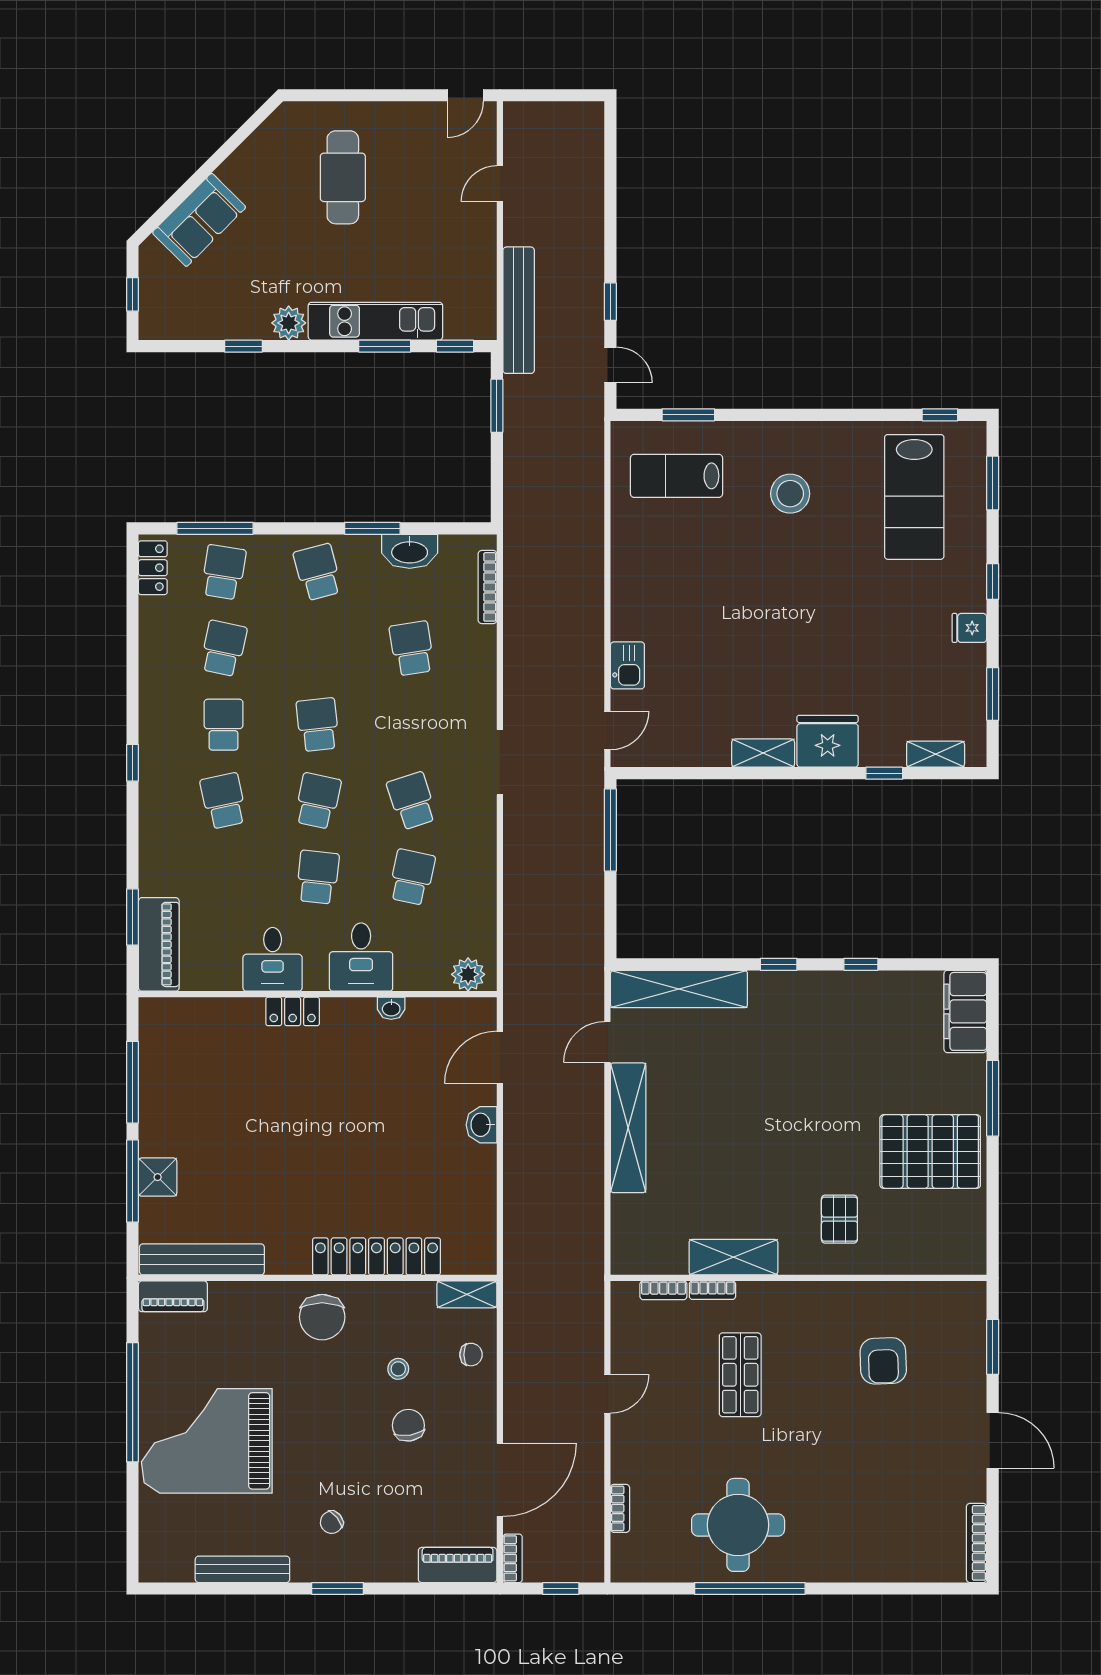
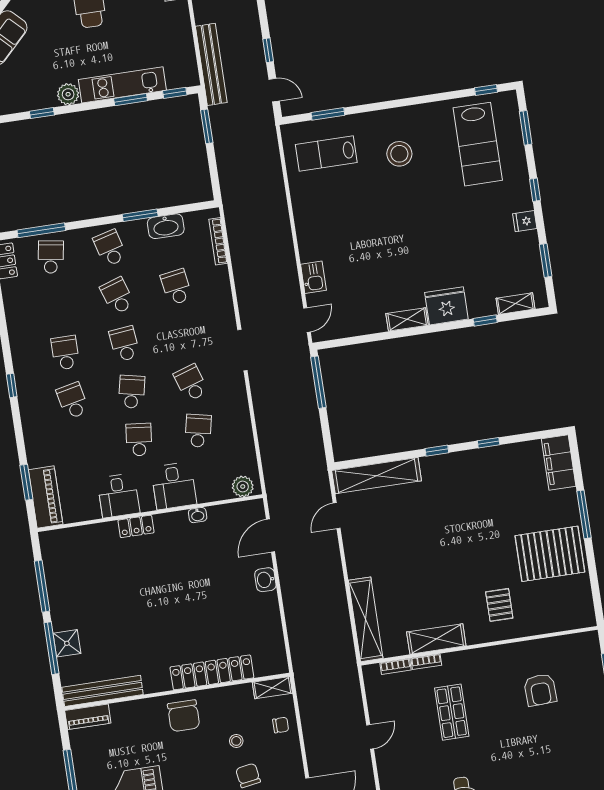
school desk: (224, 648) -> (117, 296), moved, turned -30
shelving: (628, 1128) -> (366, 619), moved

